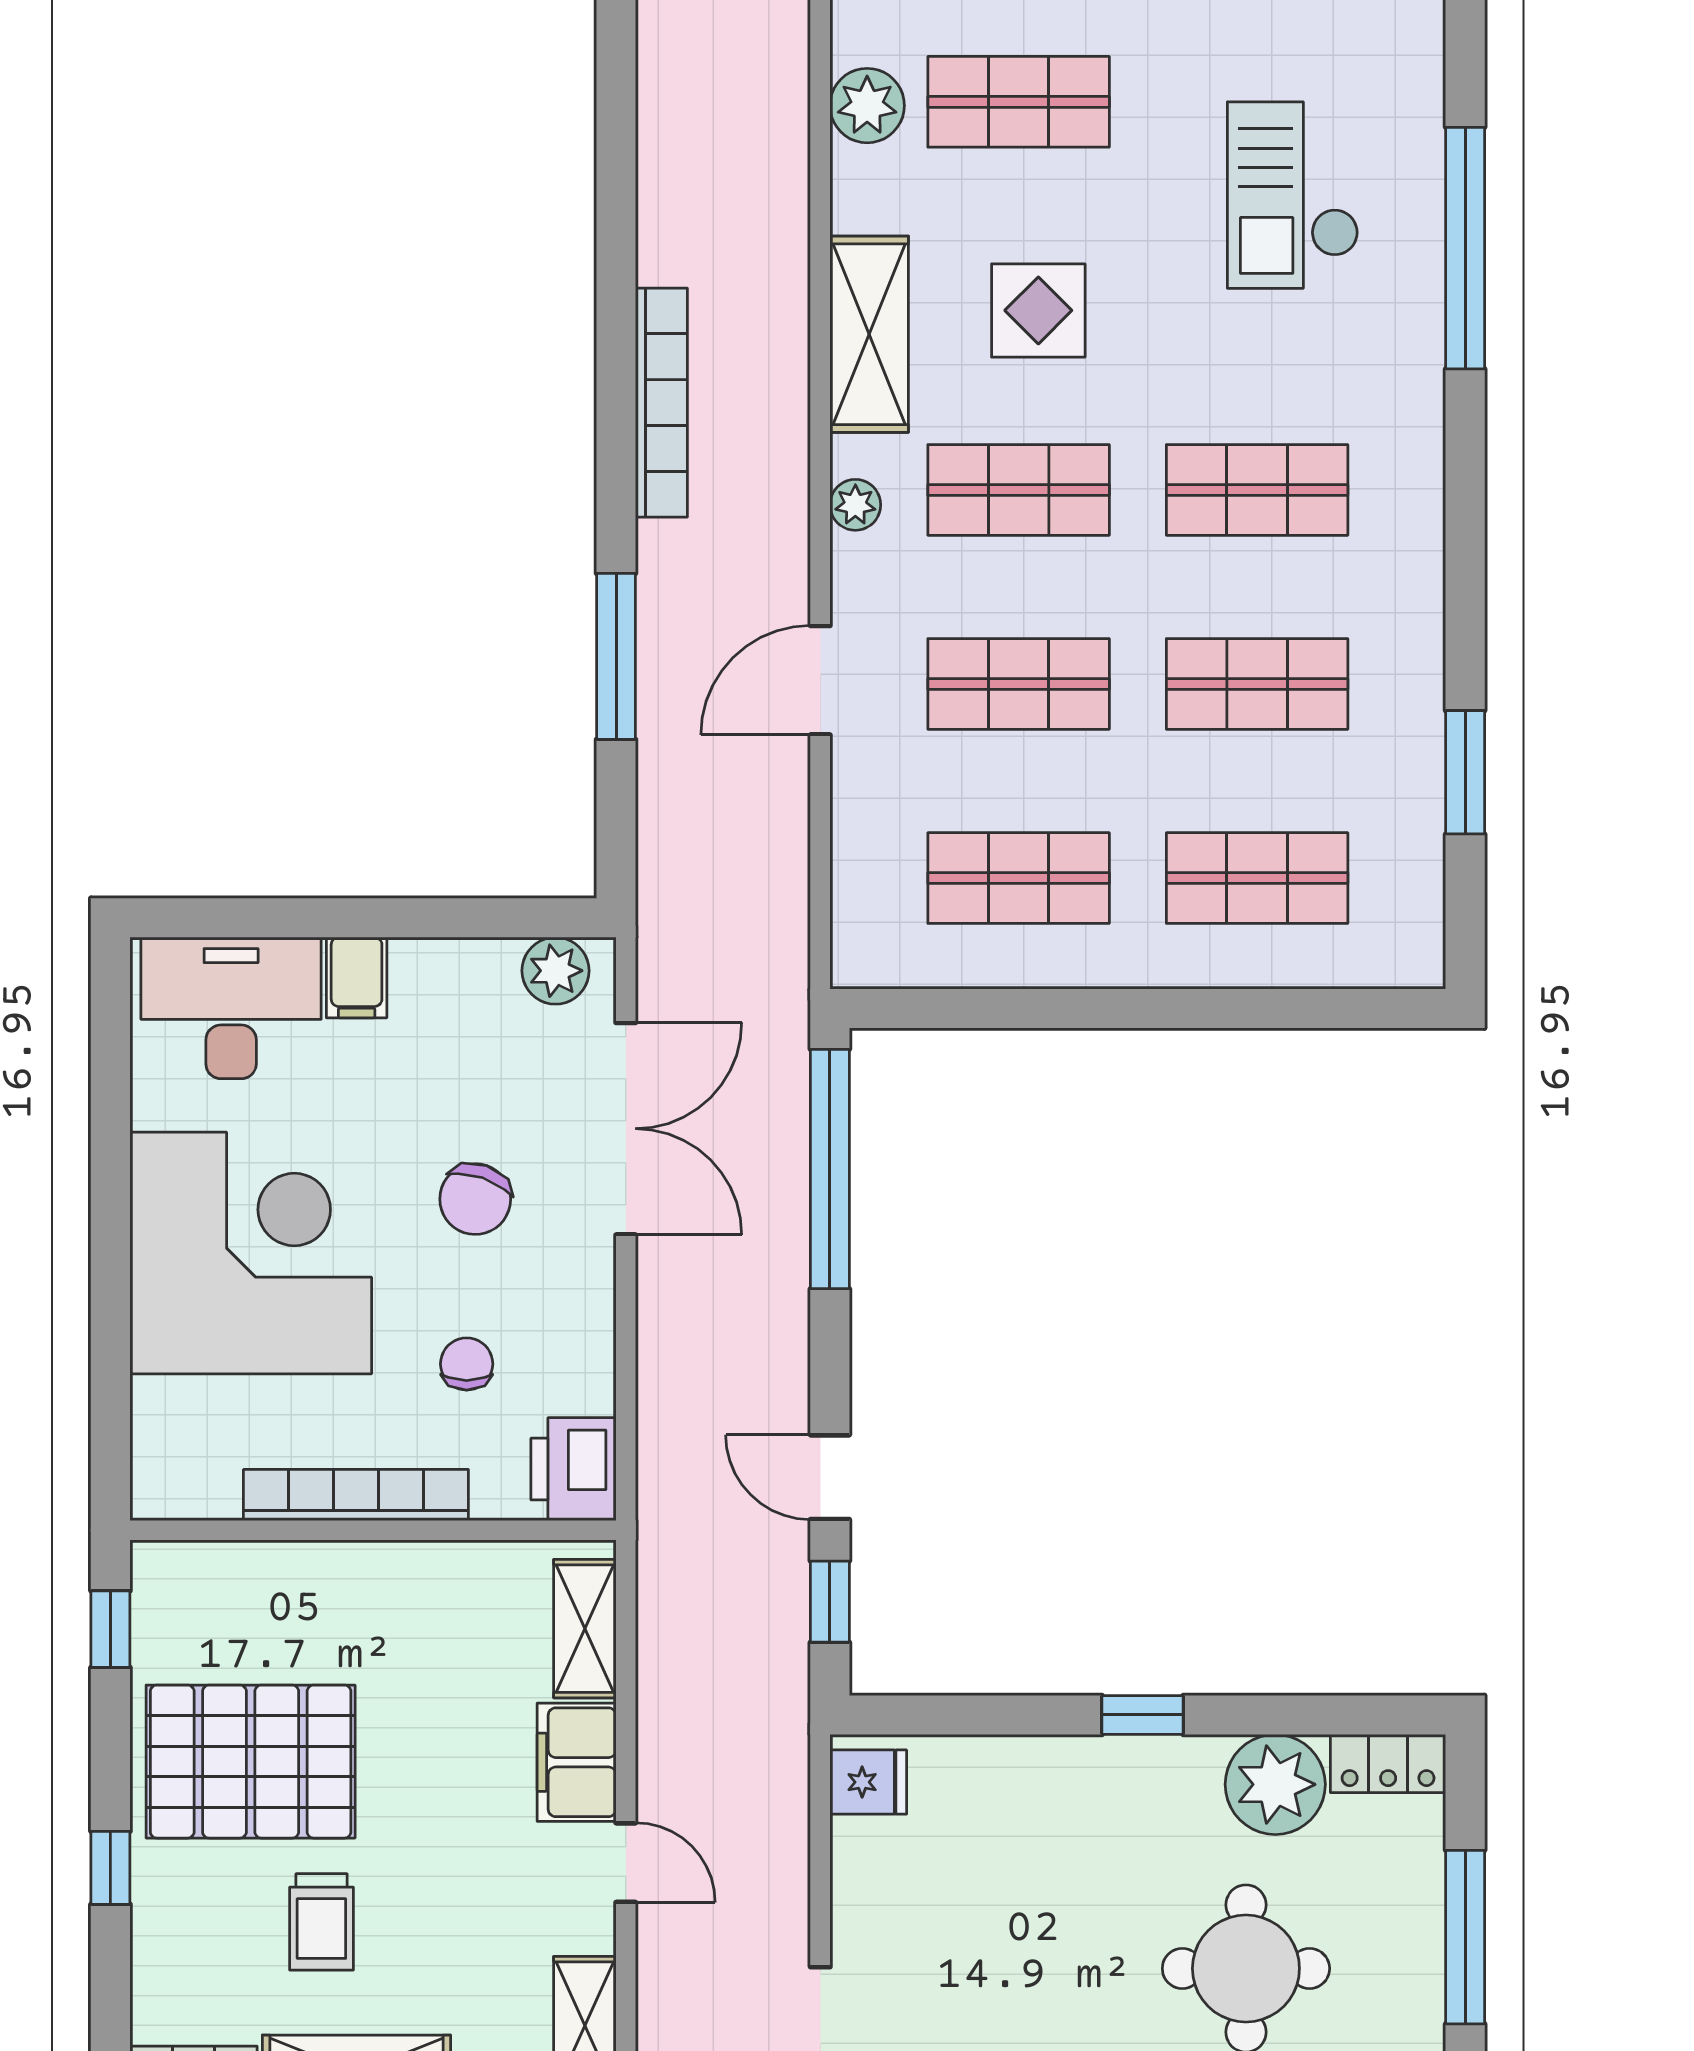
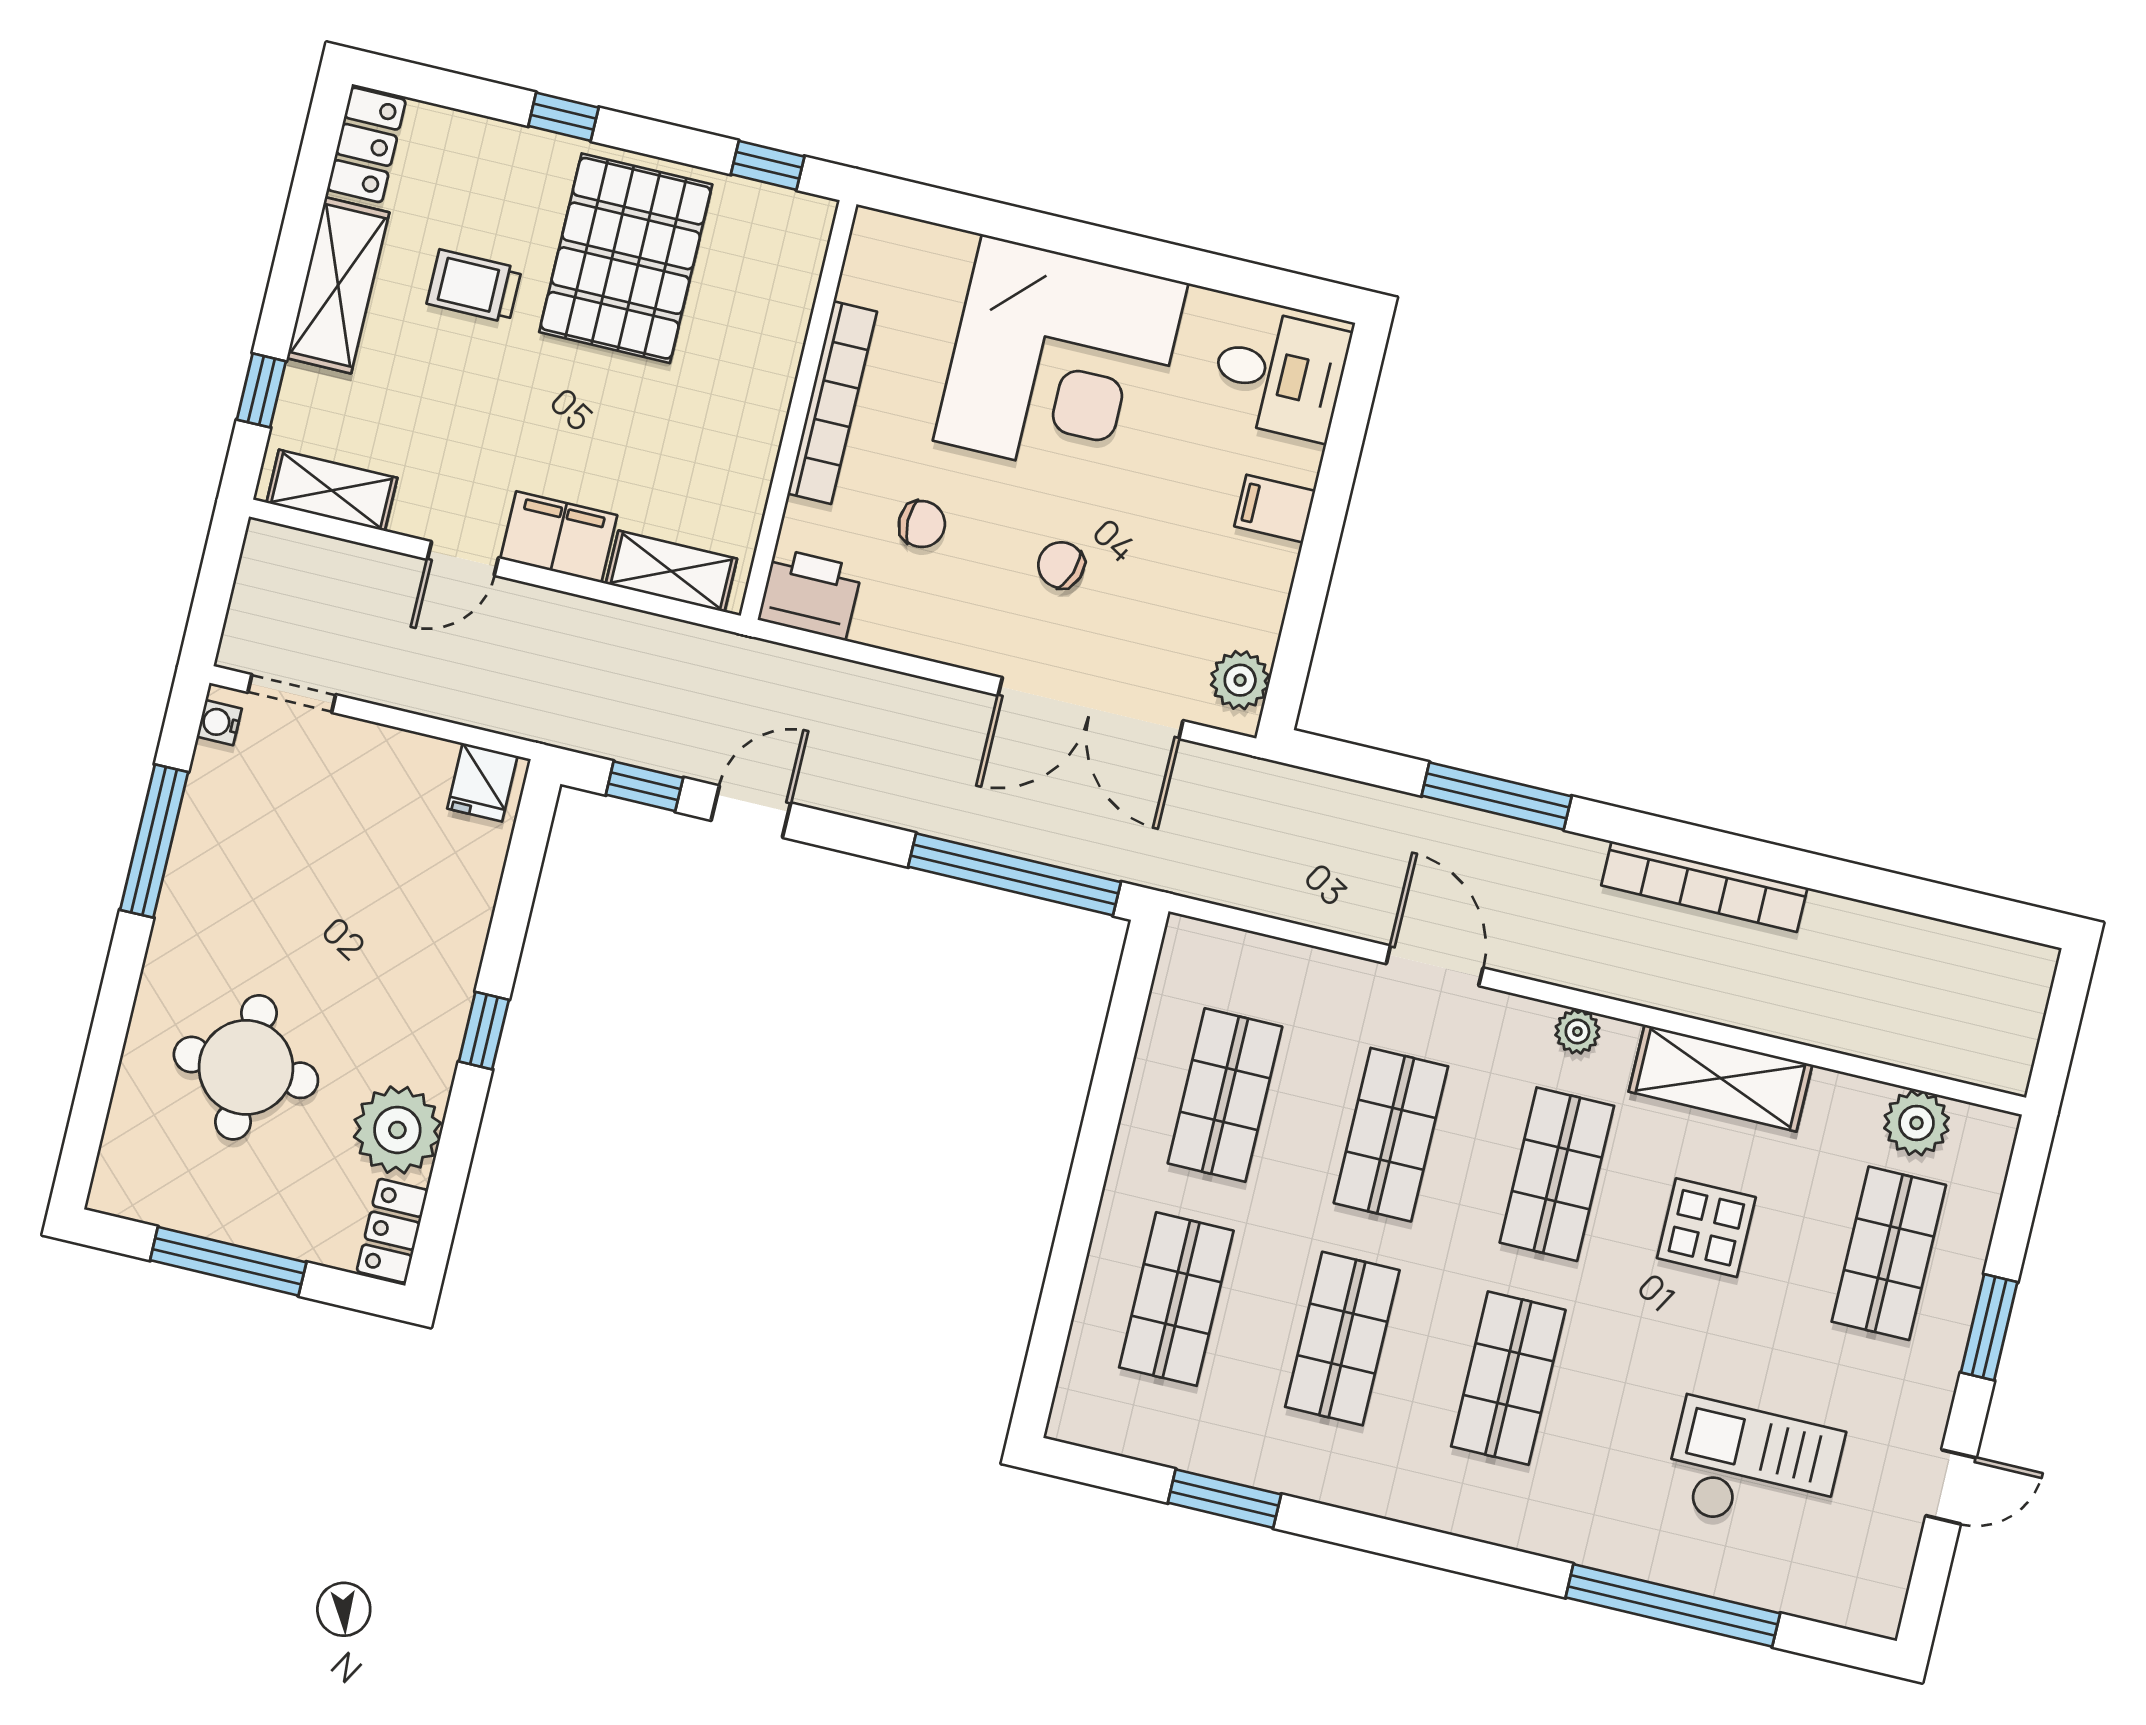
desk: (231, 1008) -> (1279, 374), width x0.73
chair: (475, 1199) -> (1061, 565), width x0.73, depth x0.73

